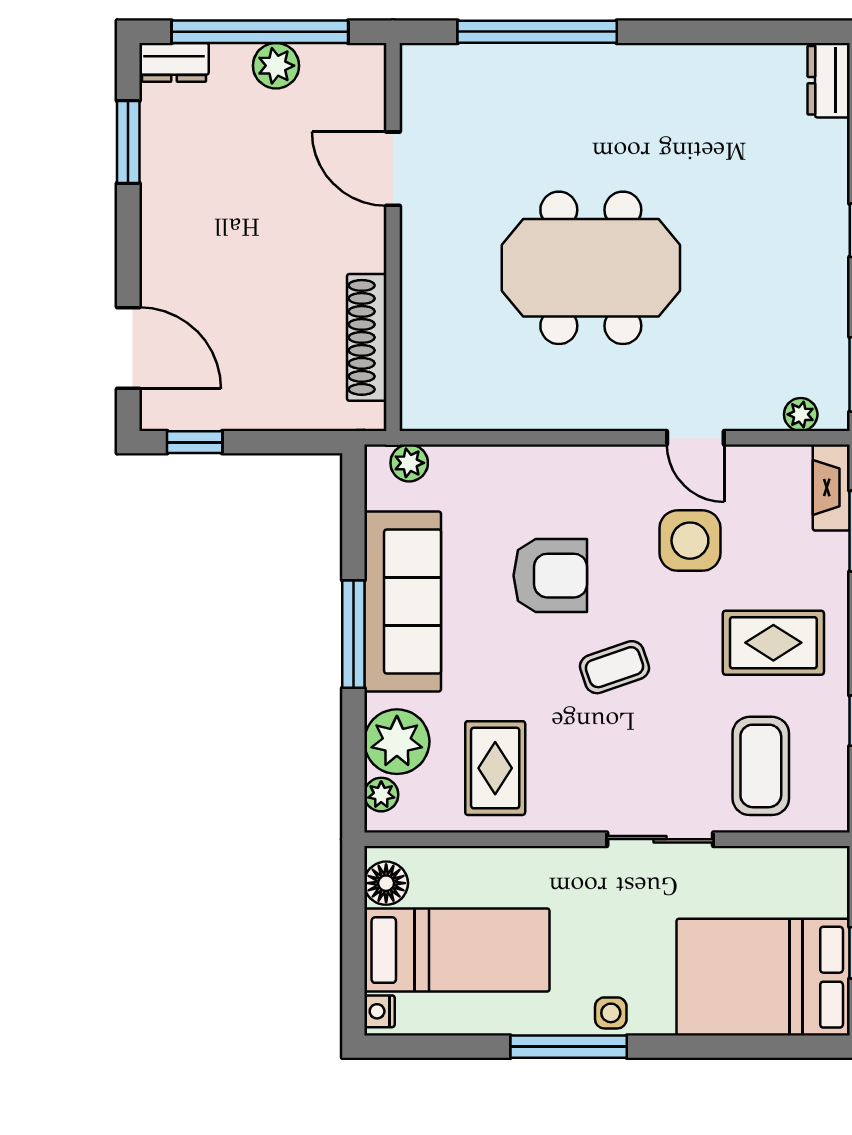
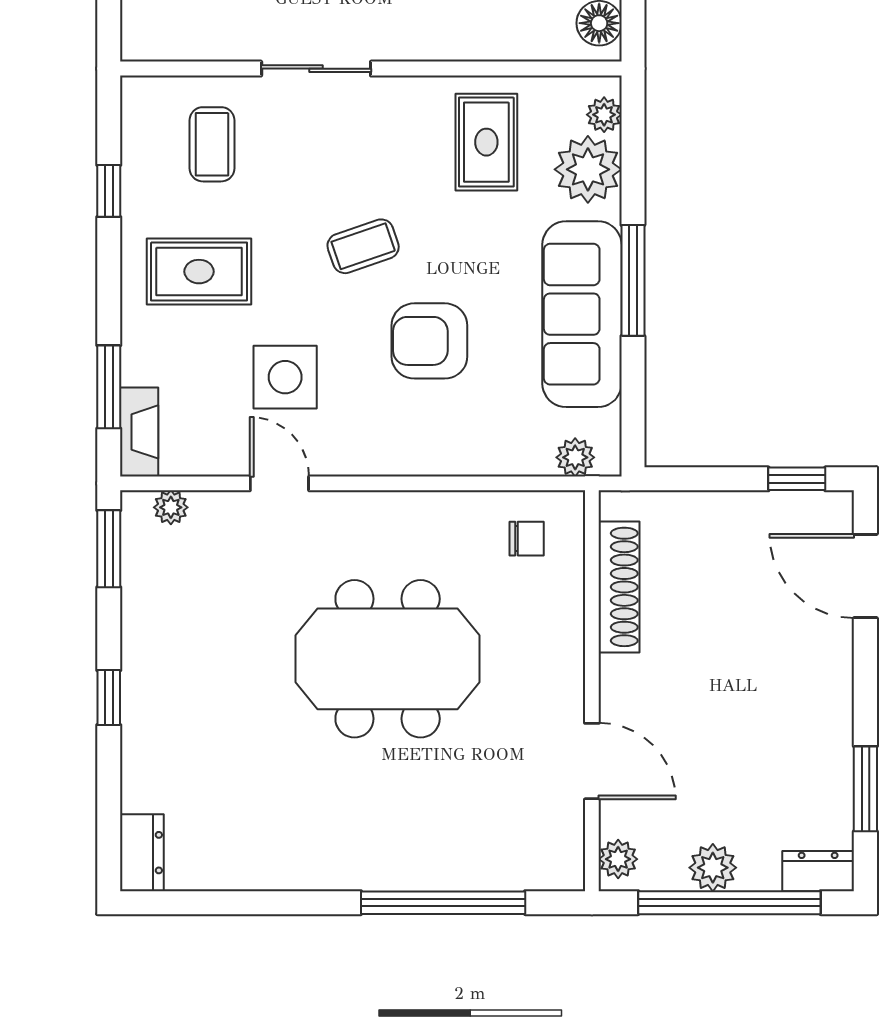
plant: (368, 74) -> (618, 859), added
chair: (456, 384) -> (527, 539), added
coffee table: (761, 766) -> (212, 144), width x0.73, depth x0.77

